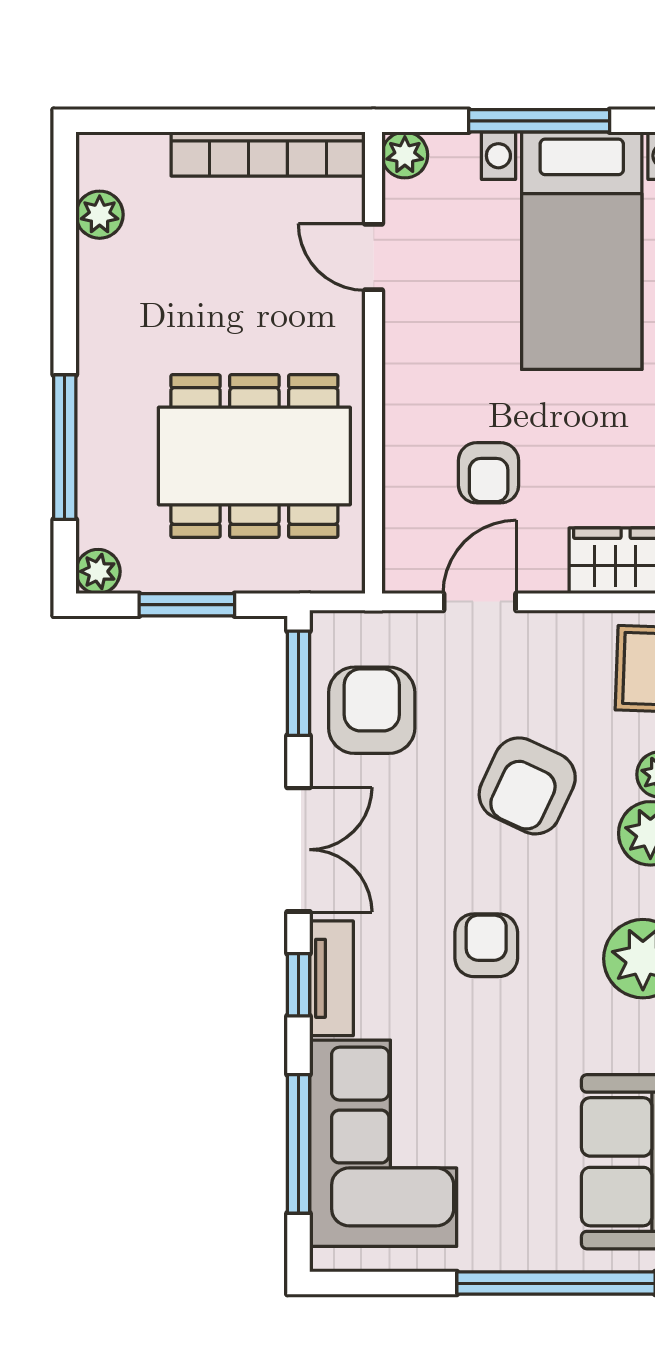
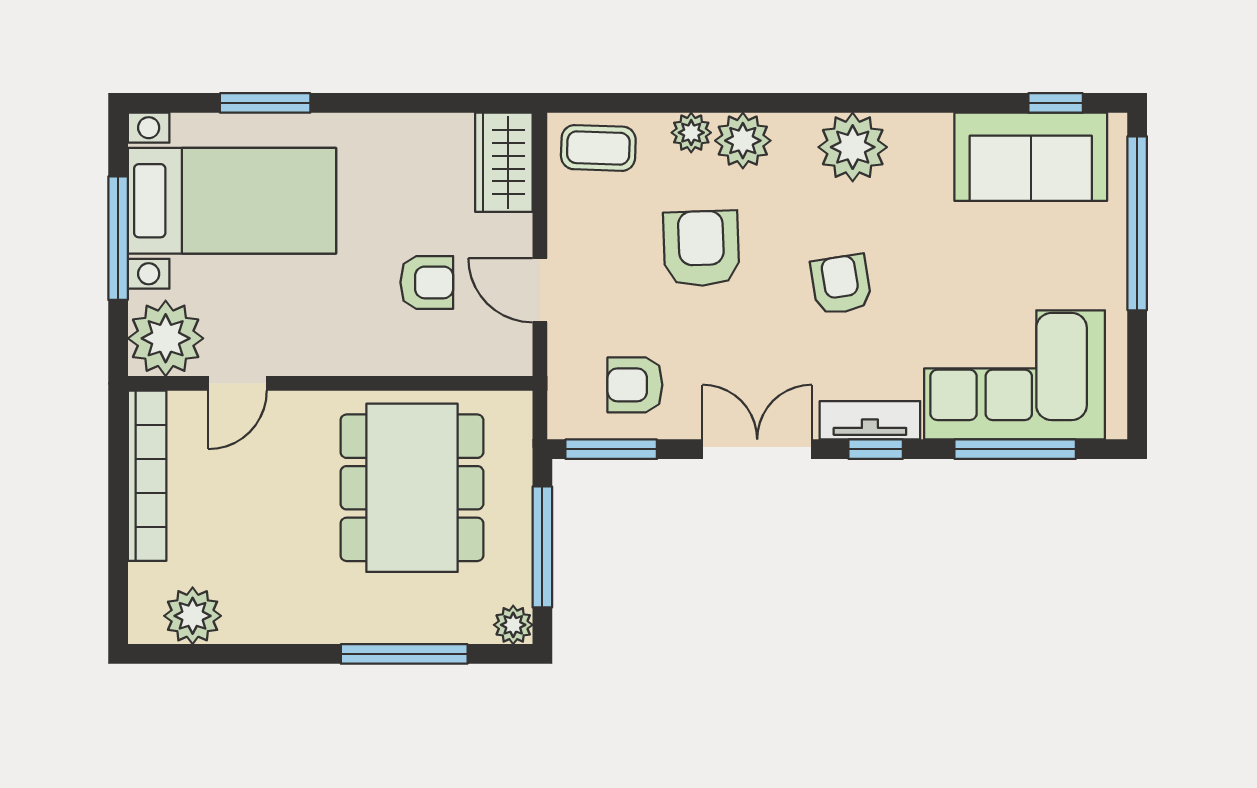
plant: (405, 155) -> (166, 338), width x1.88, depth x1.88
plant: (100, 215) -> (193, 616), width x1.38, depth x1.38
window: (187, 605) -> (542, 547), width x1.44
armchair: (372, 710) -> (635, 385), width x0.72, depth x0.72
armchair: (527, 786) -> (701, 249), turned -117
armchair: (486, 945) -> (841, 285), turned 81

